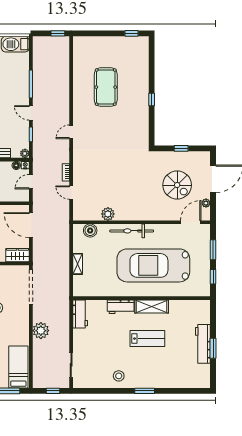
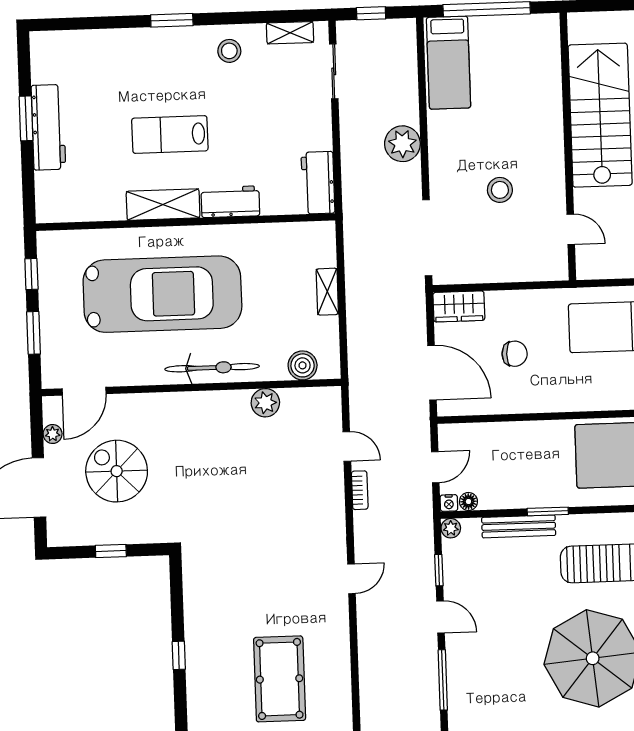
shelving: (91, 383) -> (290, 33), added

